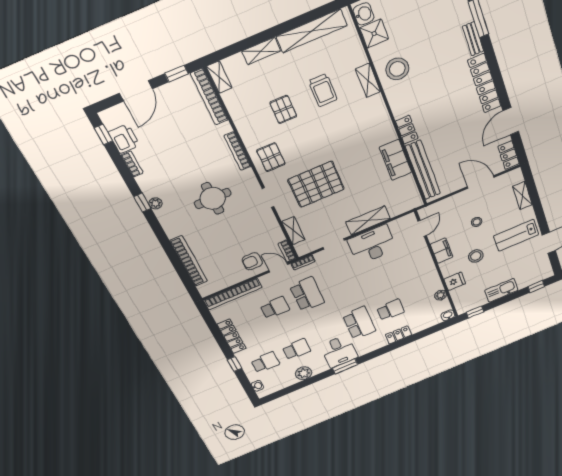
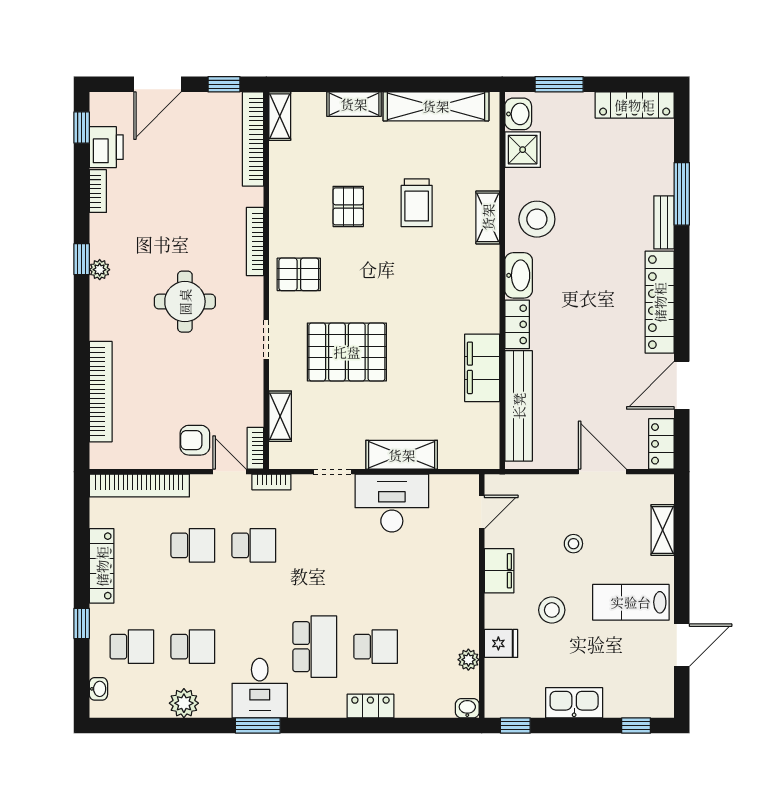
washbasin: (398, 104) -> (519, 275), added
pallet: (271, 157) -> (299, 274), turned 90
school desk: (307, 294) -> (254, 545), width x0.54

